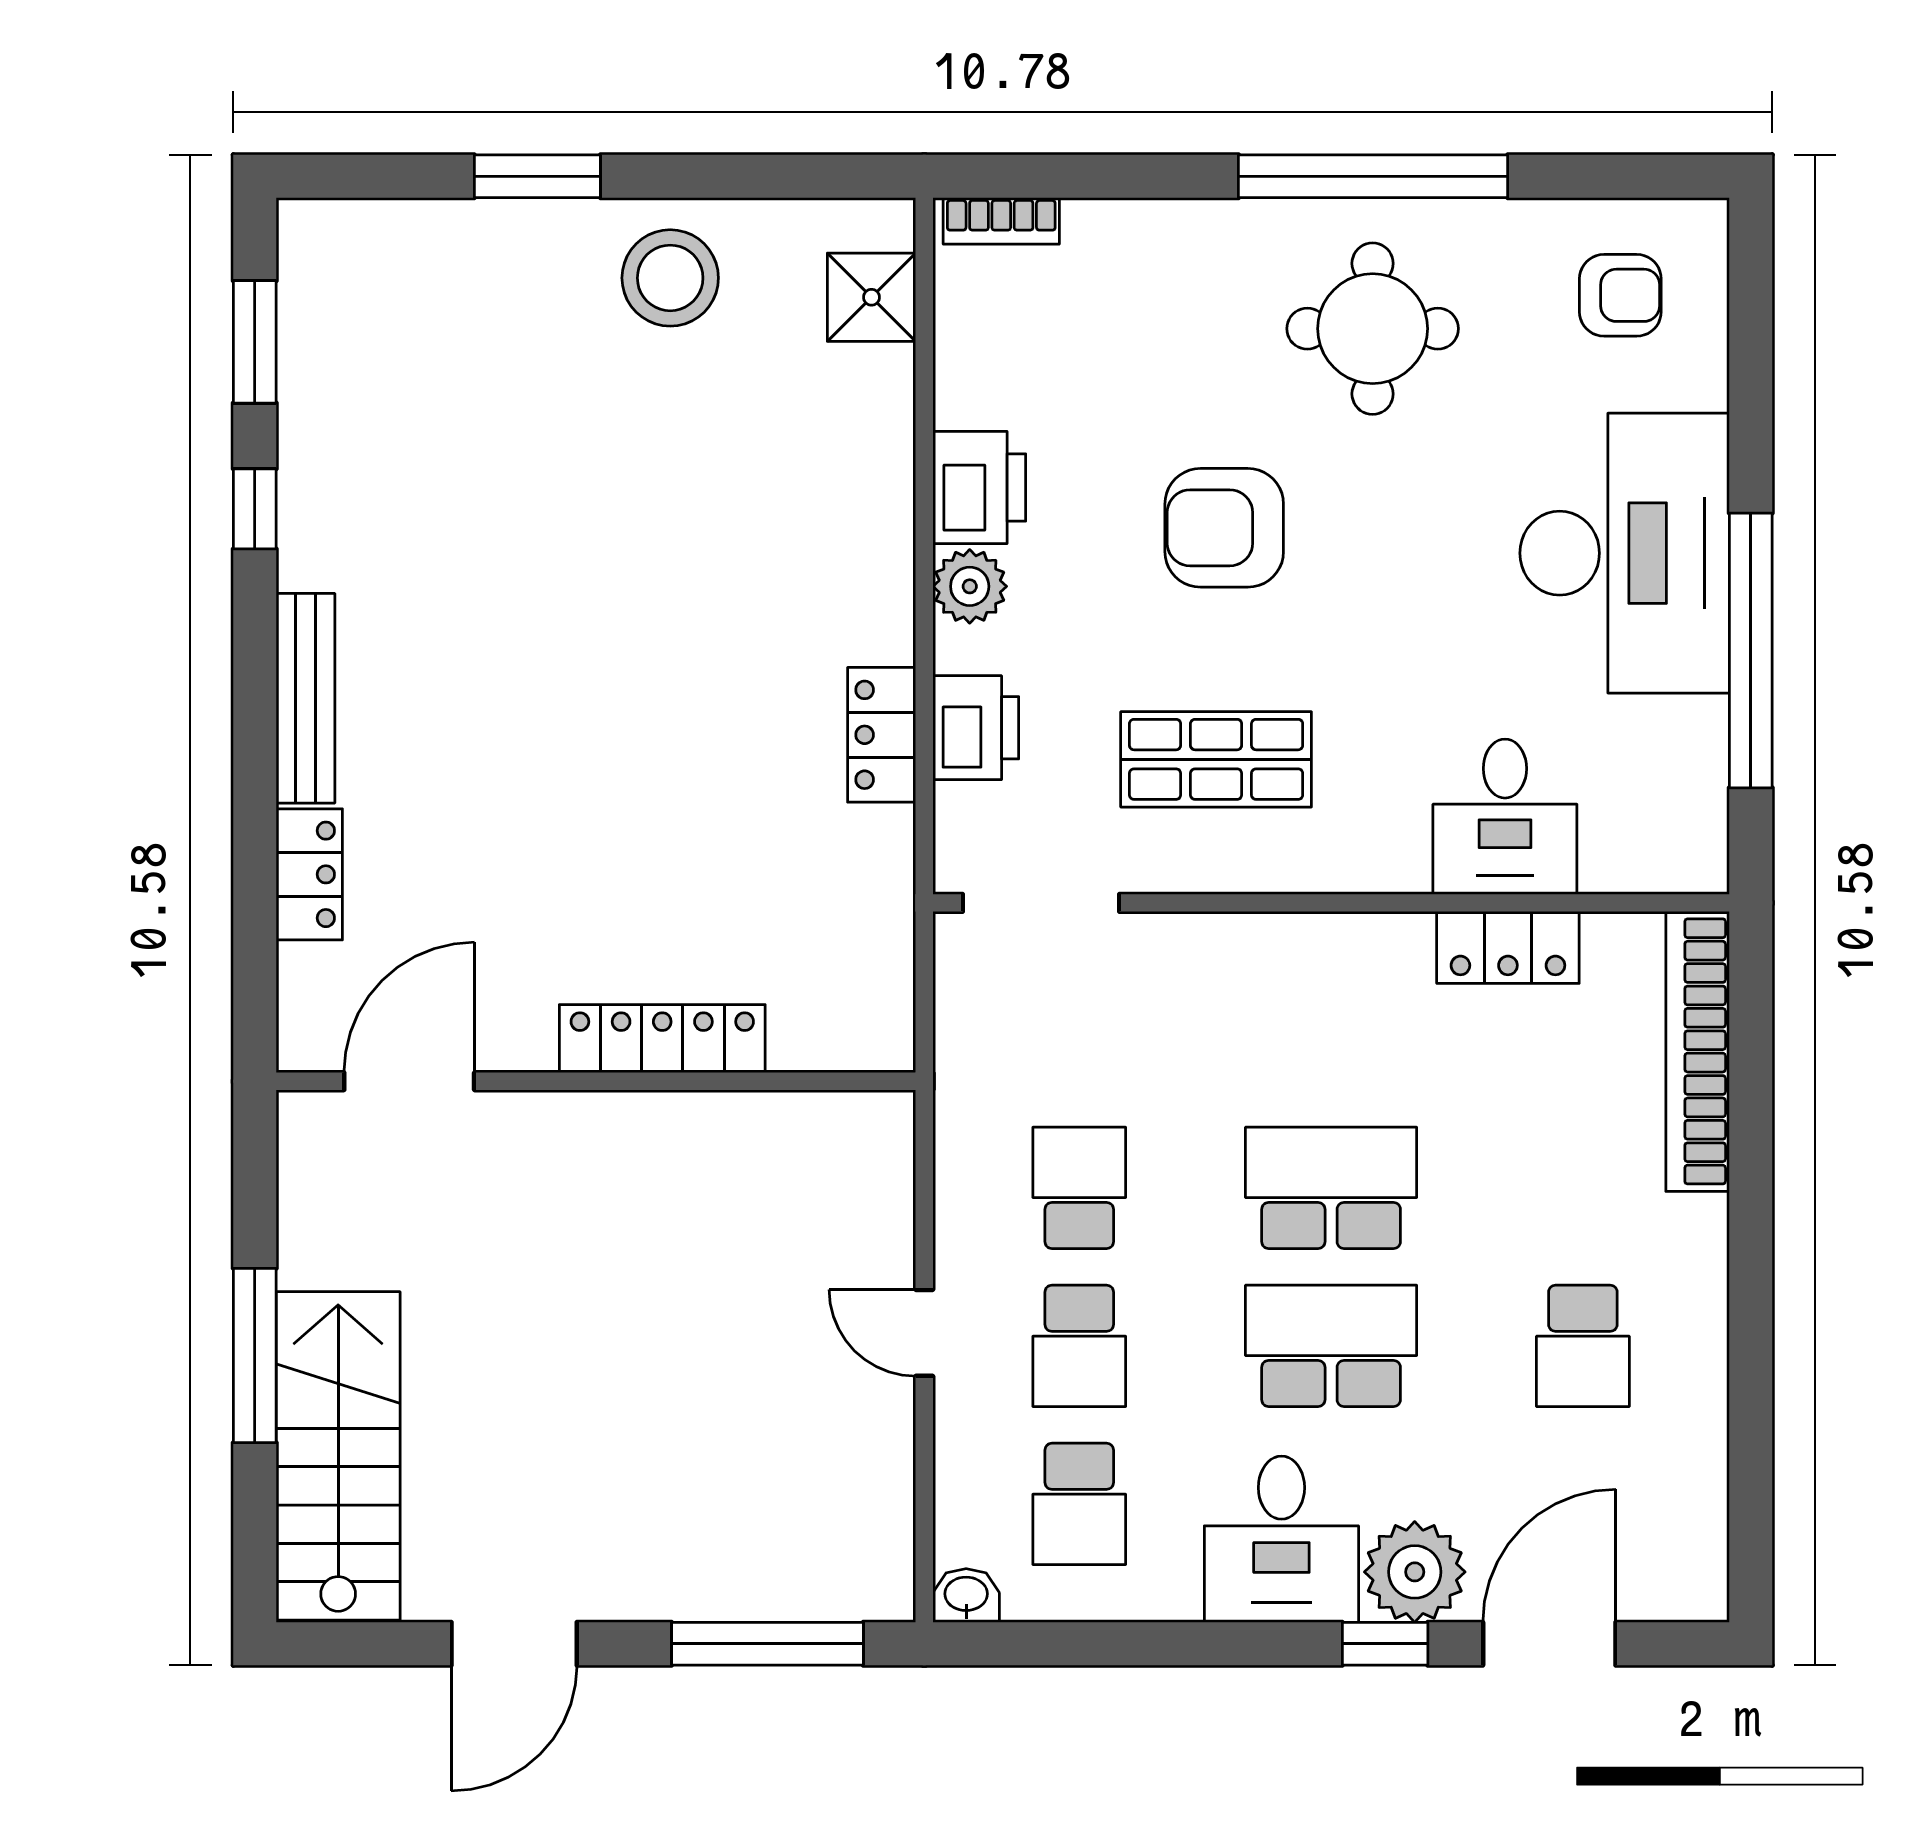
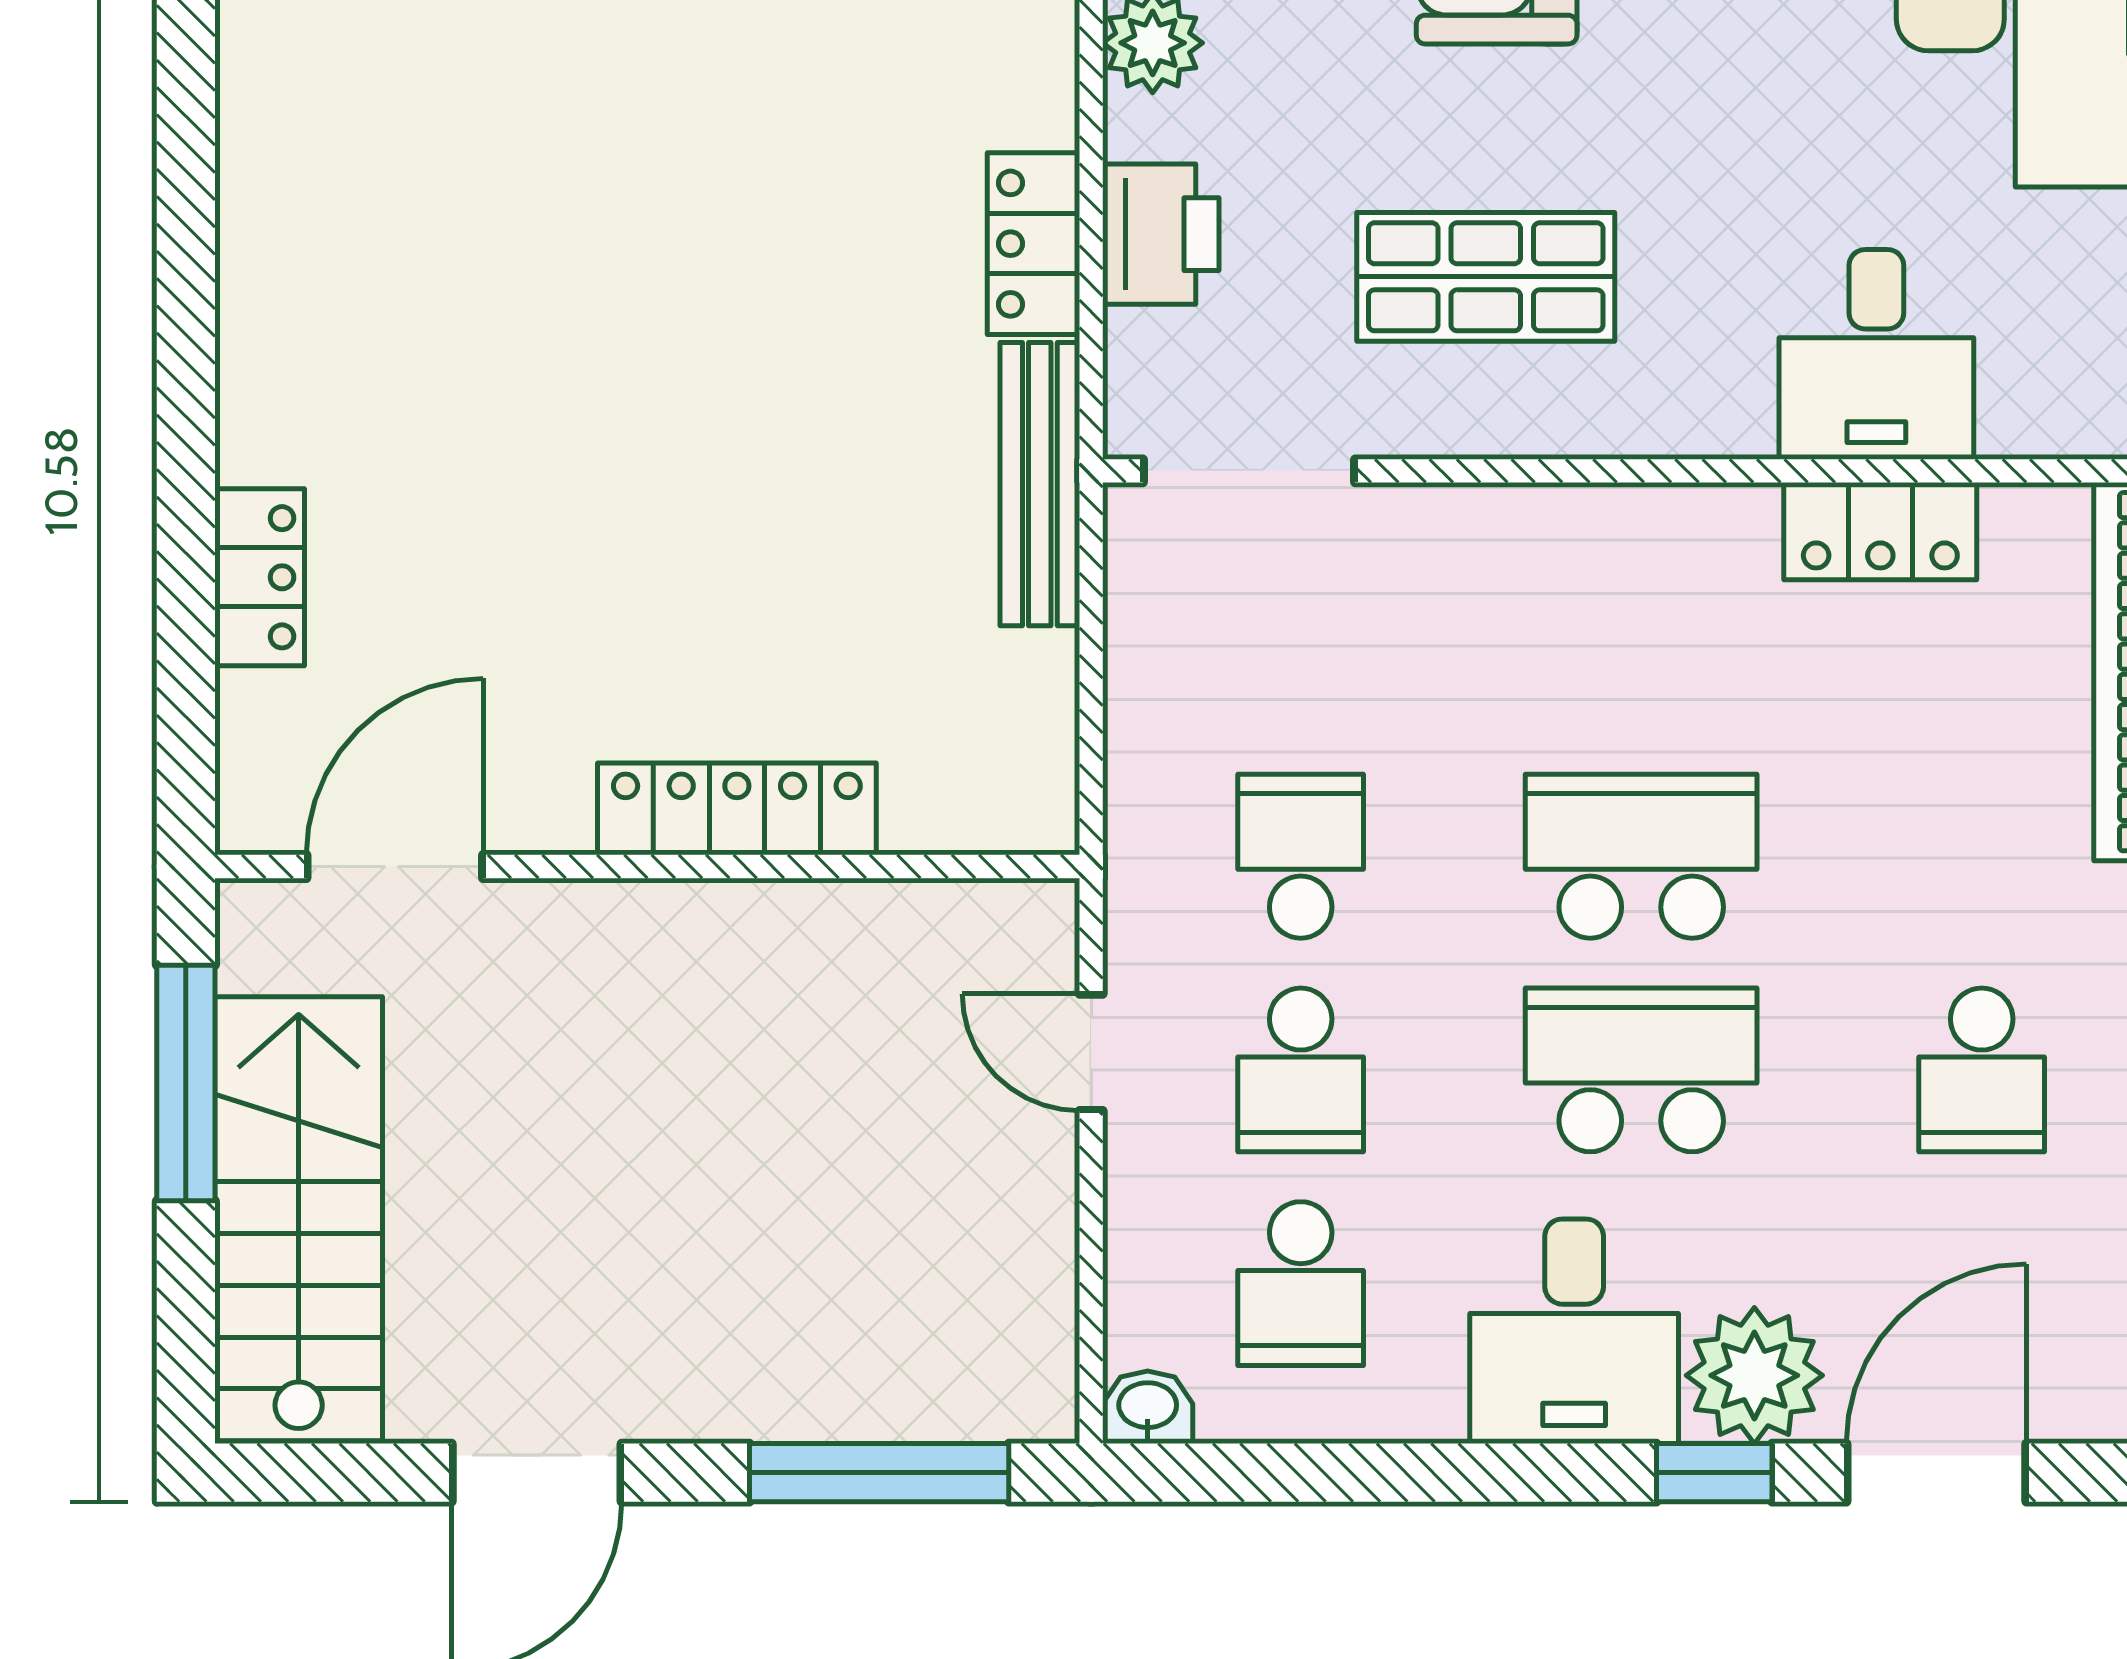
bench: (305, 698) -> (1040, 484), moved
locker: (309, 874) -> (260, 577), moved
locker: (662, 1039) -> (737, 809), moved
door: (409, 1081) -> (395, 867), moved
wall: (596, 1081) -> (647, 867), moved

